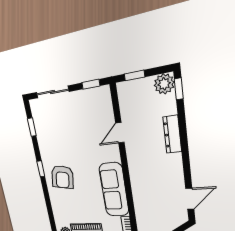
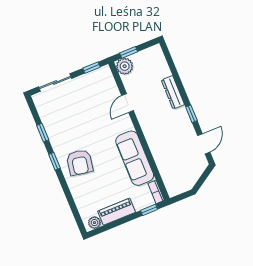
plant: (164, 84) -> (125, 66), moved
window: (179, 89) -> (191, 114), moved
window: (32, 127) -> (43, 133), moved

